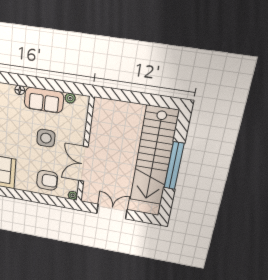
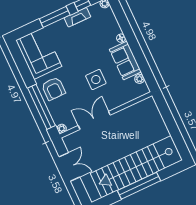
armchair: (47, 180) -> (53, 89), moved
window: (42, 199) -> (41, 107), added

